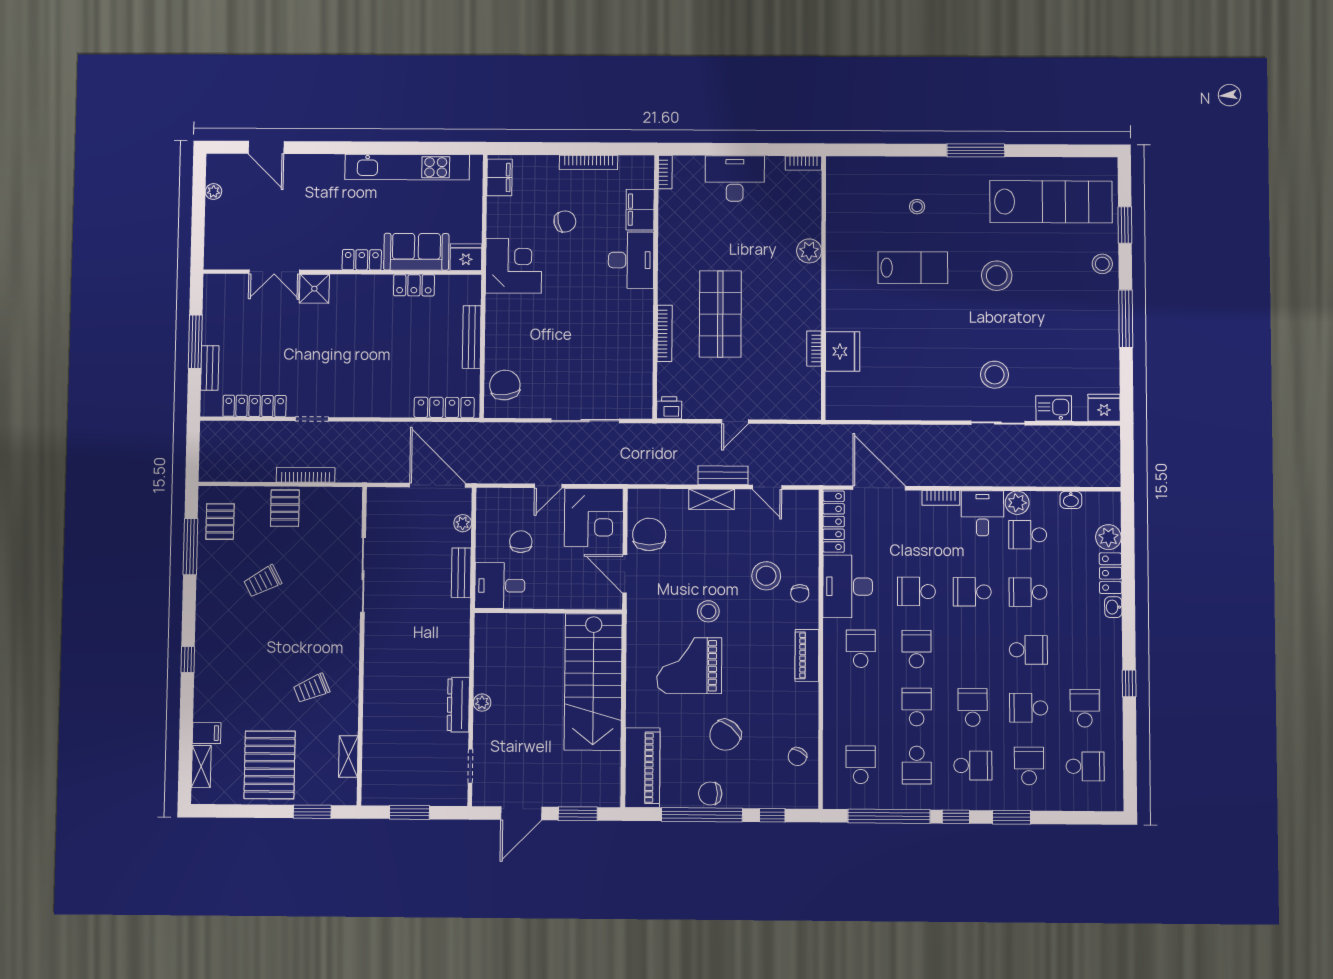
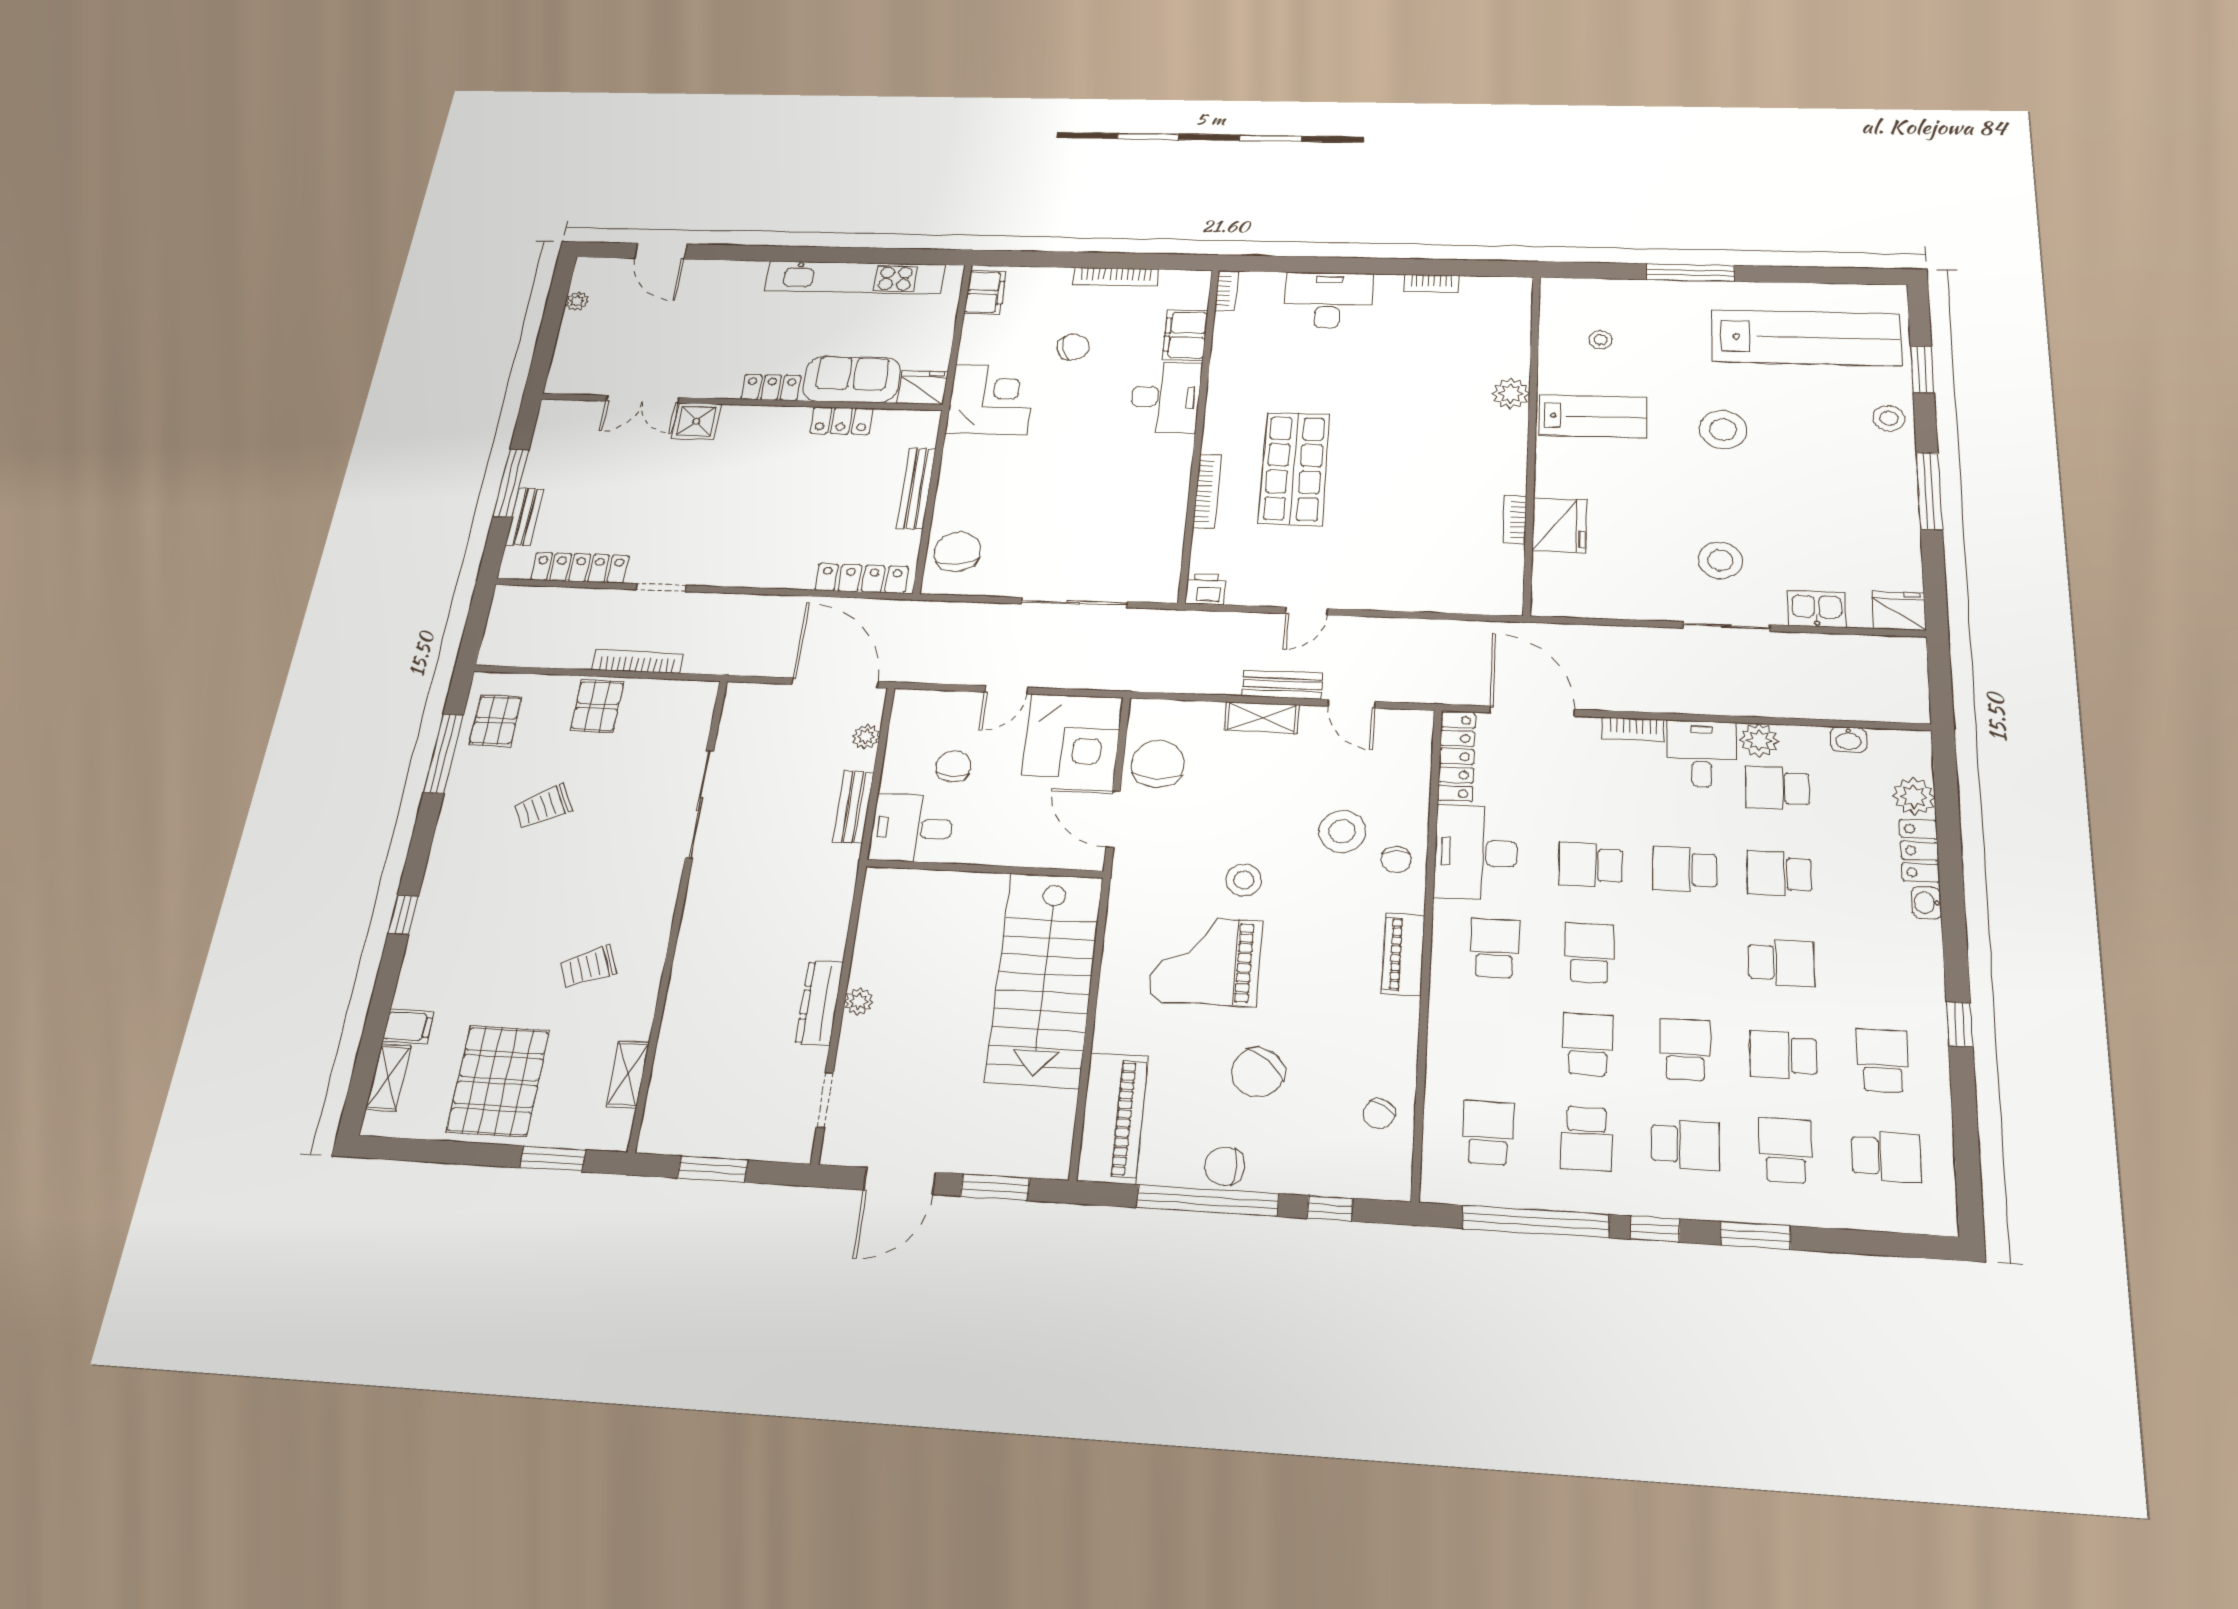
plant: (809, 251) -> (1511, 393), moved
wall: (823, 287) -> (1532, 440), moved
bookcase: (814, 349) -> (1515, 520), moved
fridge: (843, 352) -> (1559, 525), moved

